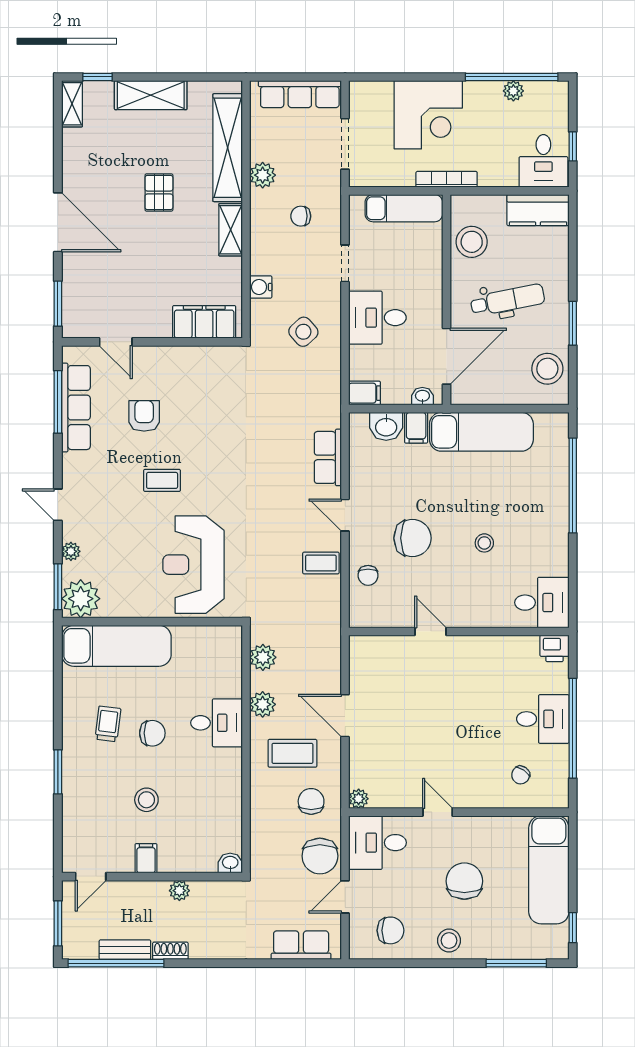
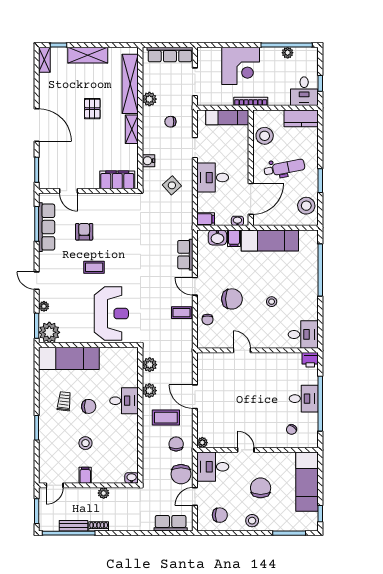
reception desk: (194, 565) -> (111, 314), turned 180

